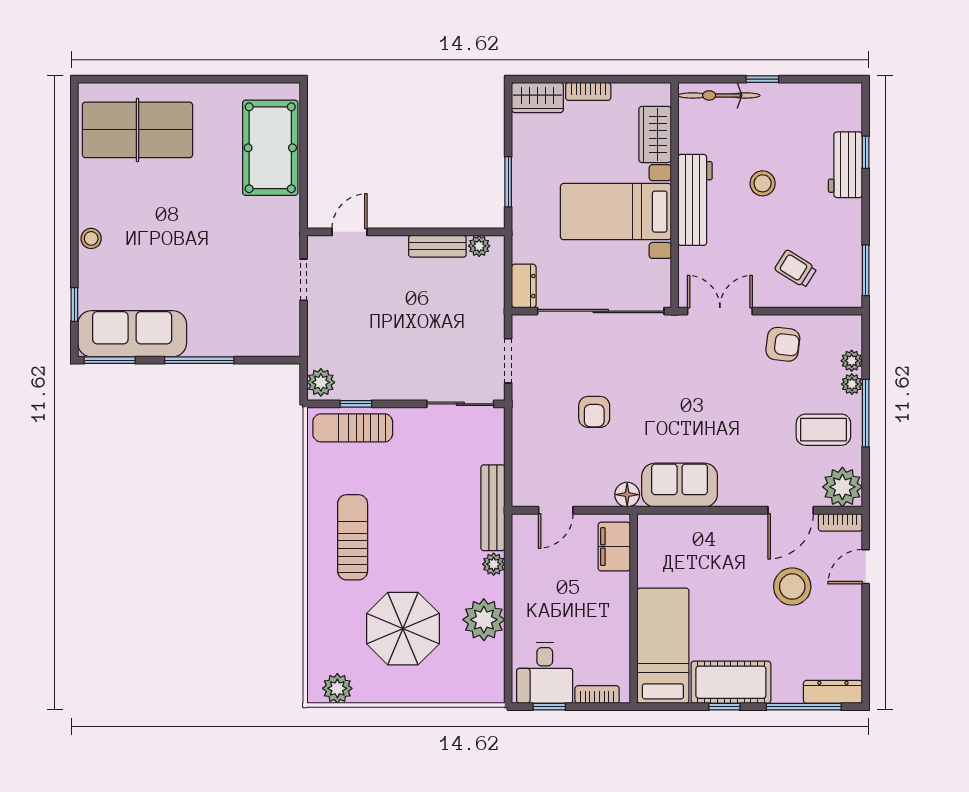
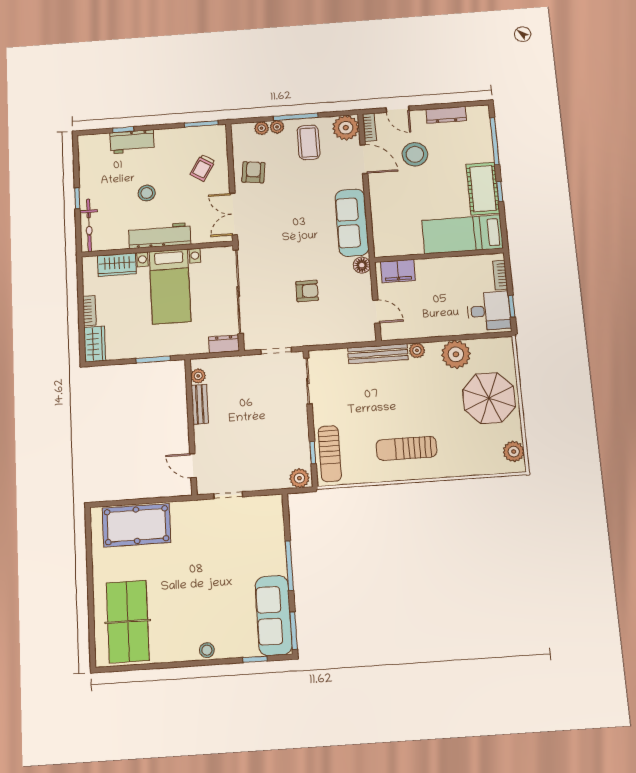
sofa: (680, 485) -> (352, 223), width x1.36
parasol: (403, 629) -> (489, 398), moved
dresser: (833, 692) -> (446, 115), moved, turned -90

